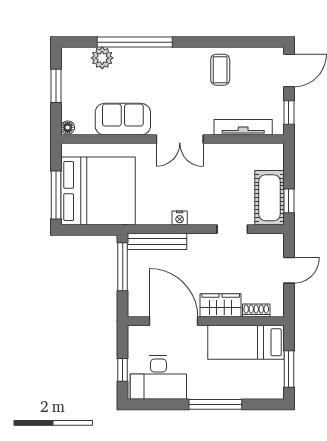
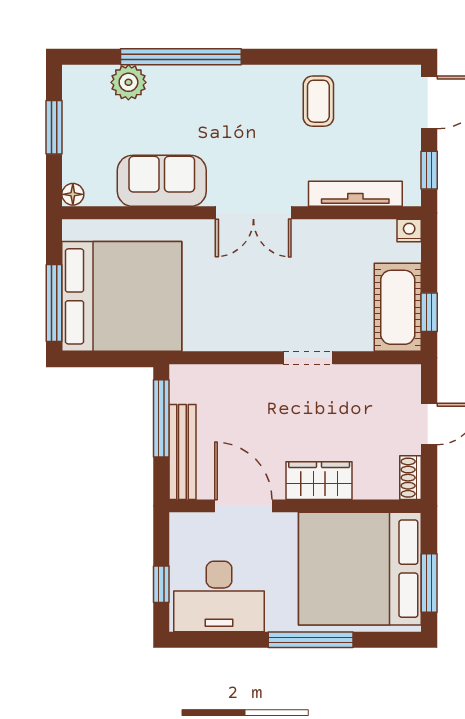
nightstand: (180, 218) -> (409, 231), moved, turned 180
doorway: (232, 229) -> (308, 358), moved
bench: (157, 241) -> (182, 452), moved, turned 90
shoe rack: (256, 311) -> (411, 478), moved, turned -90
door: (174, 321) -> (243, 506), width x0.73
bed: (246, 342) -> (360, 569), width x2.04

